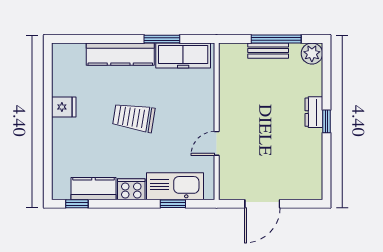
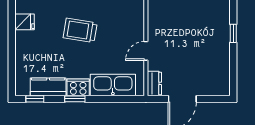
dresser: (314, 112) -> (154, 83), moved, turned 180
window: (173, 204) -> (75, 99), moved

